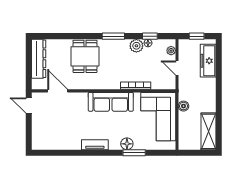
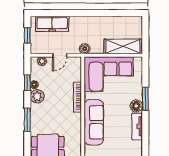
boiler: (183, 106) -> (85, 49), moved
shelving: (208, 131) -> (123, 46), moved
tv unit: (95, 145) -> (137, 126), moved

